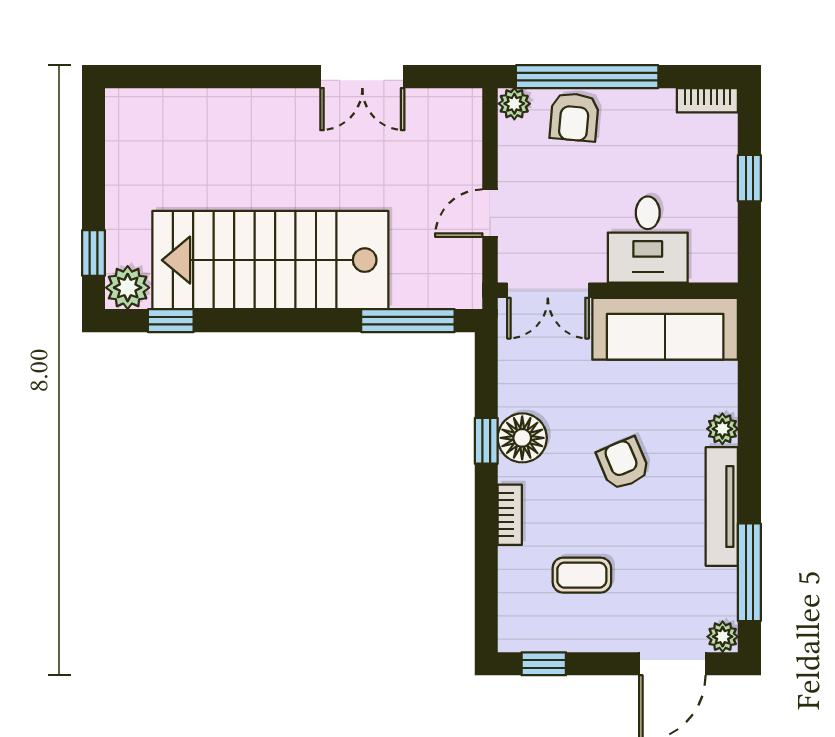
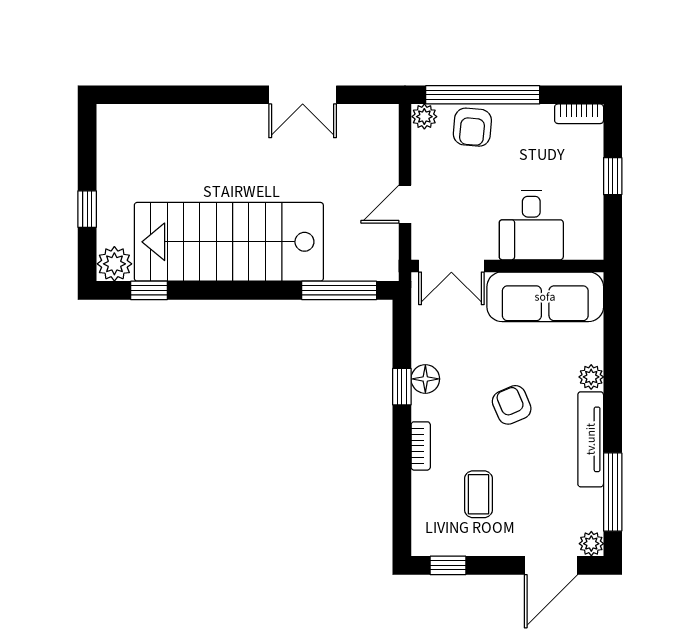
window: (94, 253) -> (87, 209), moved
floor lamp: (522, 438) -> (425, 379), width x0.73, depth x0.73
coffee table: (582, 575) -> (478, 494), turned 90

